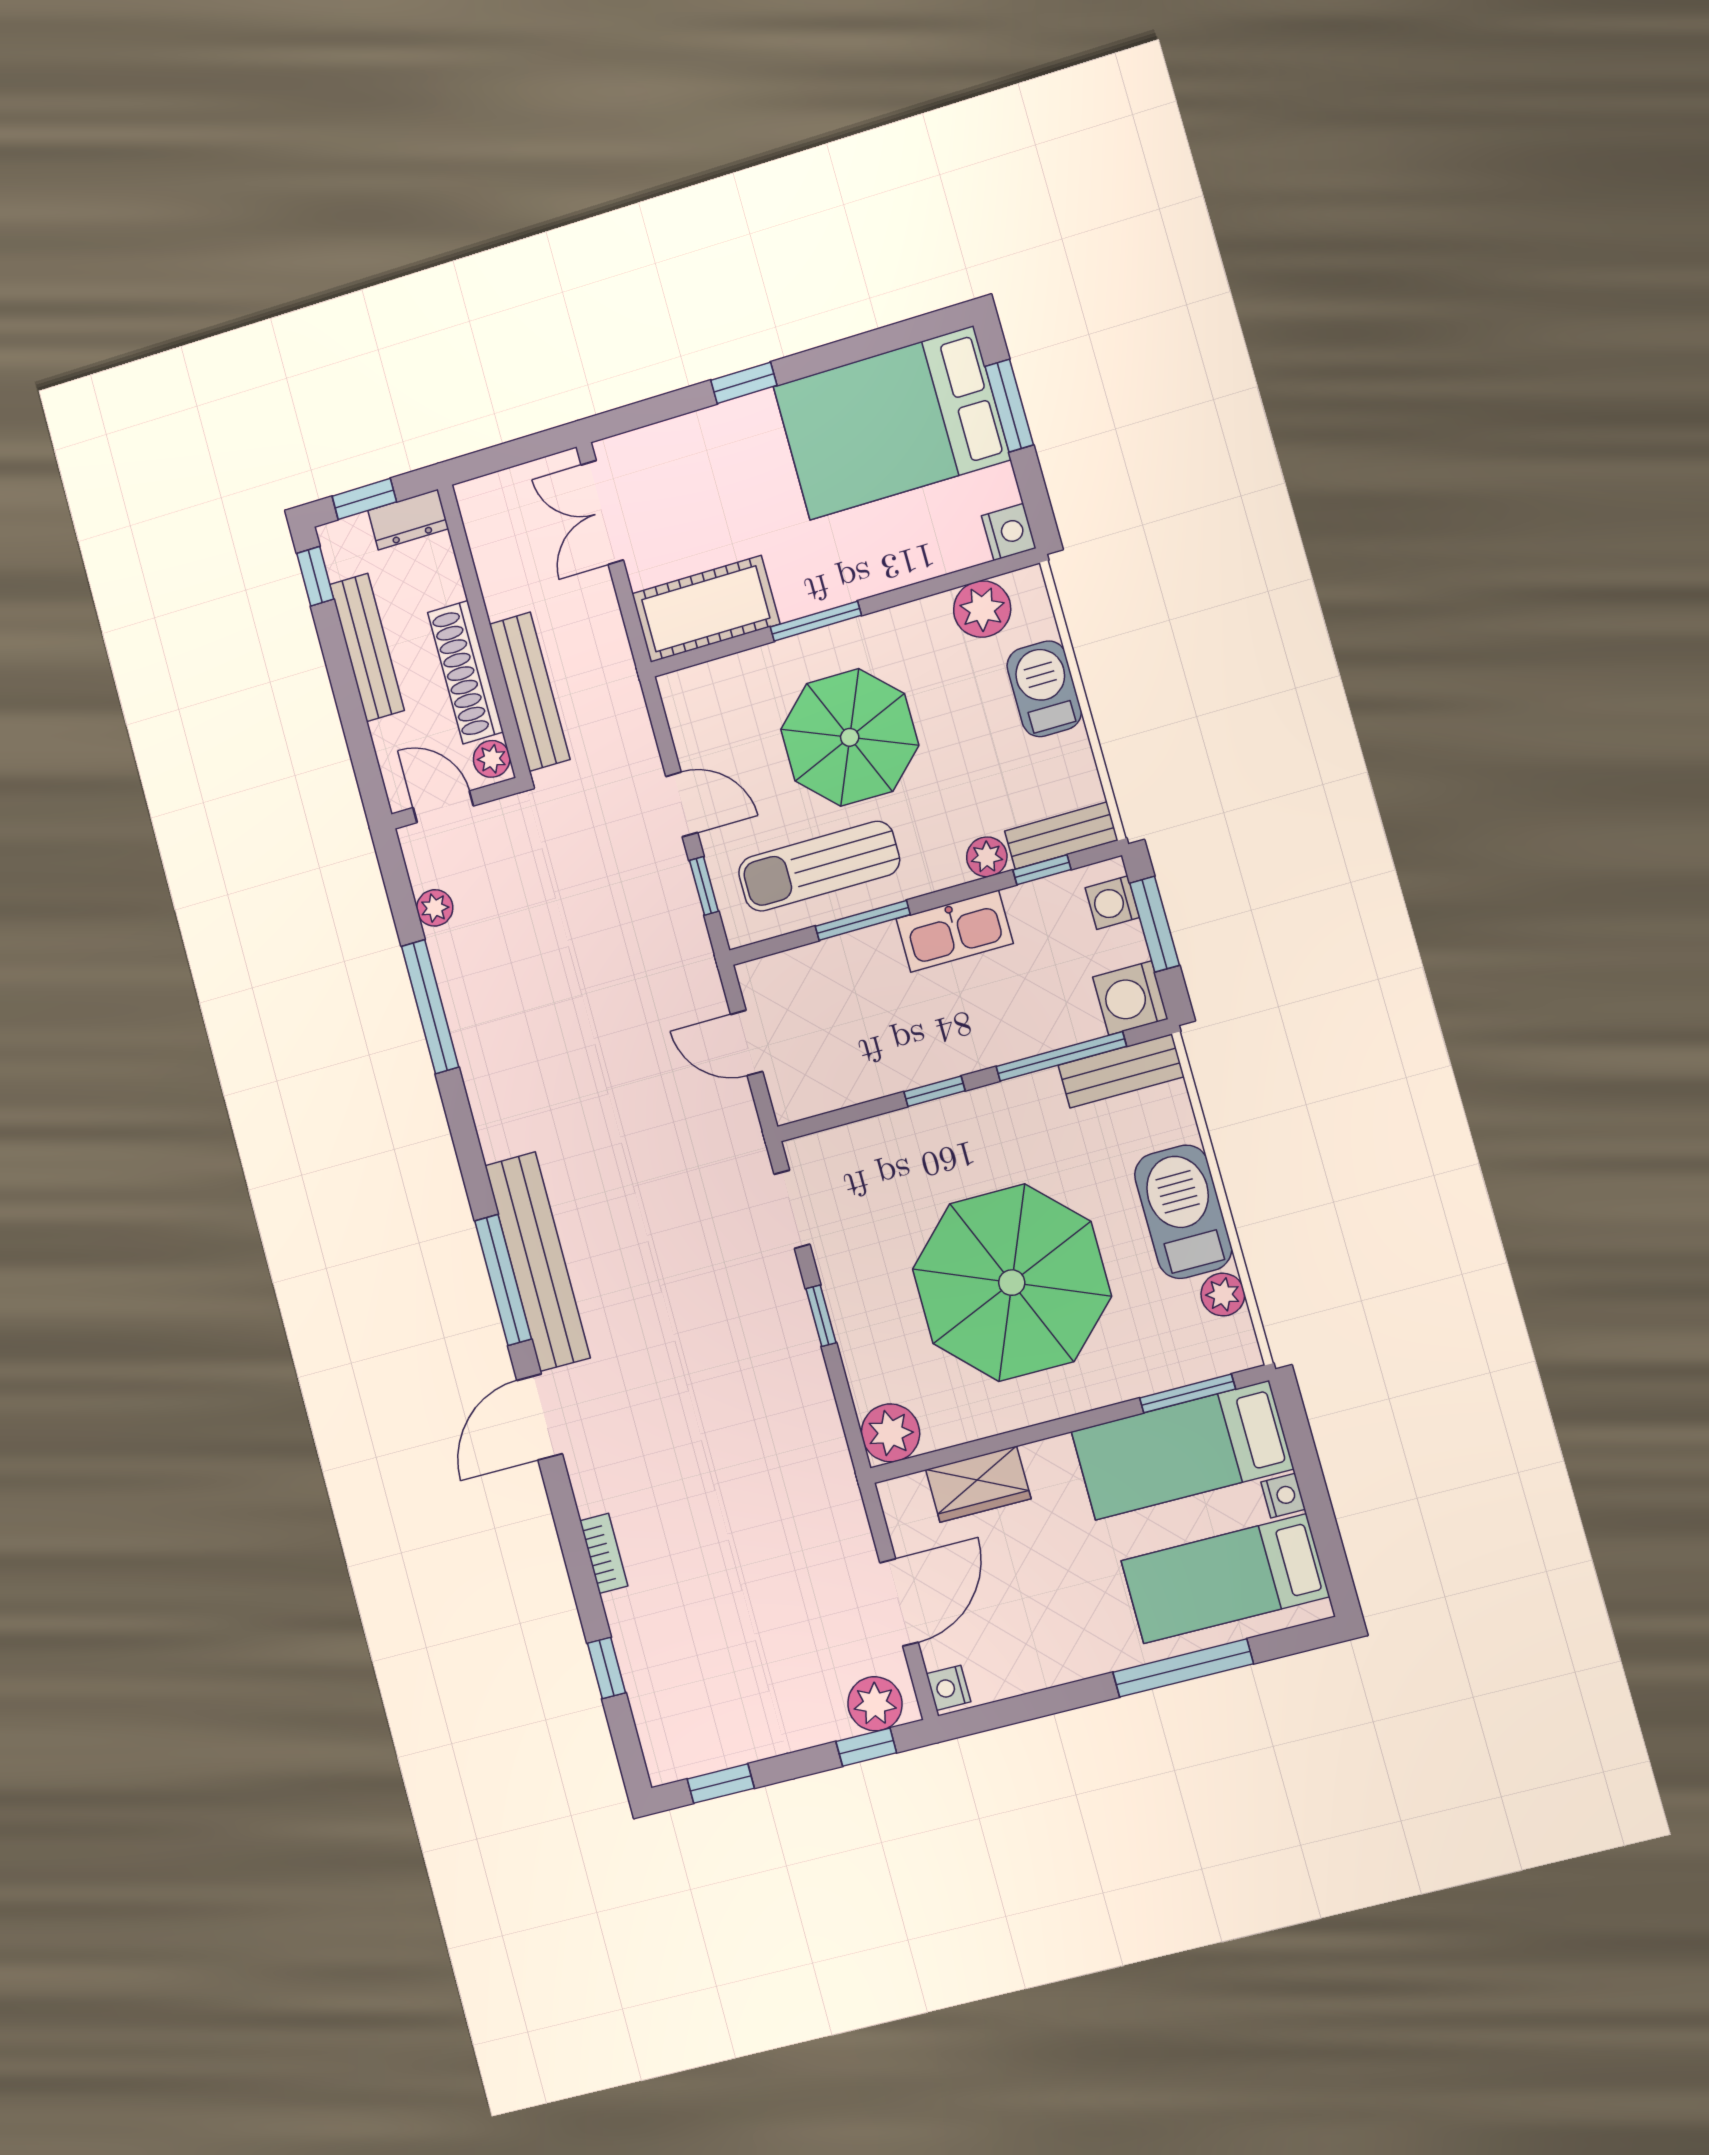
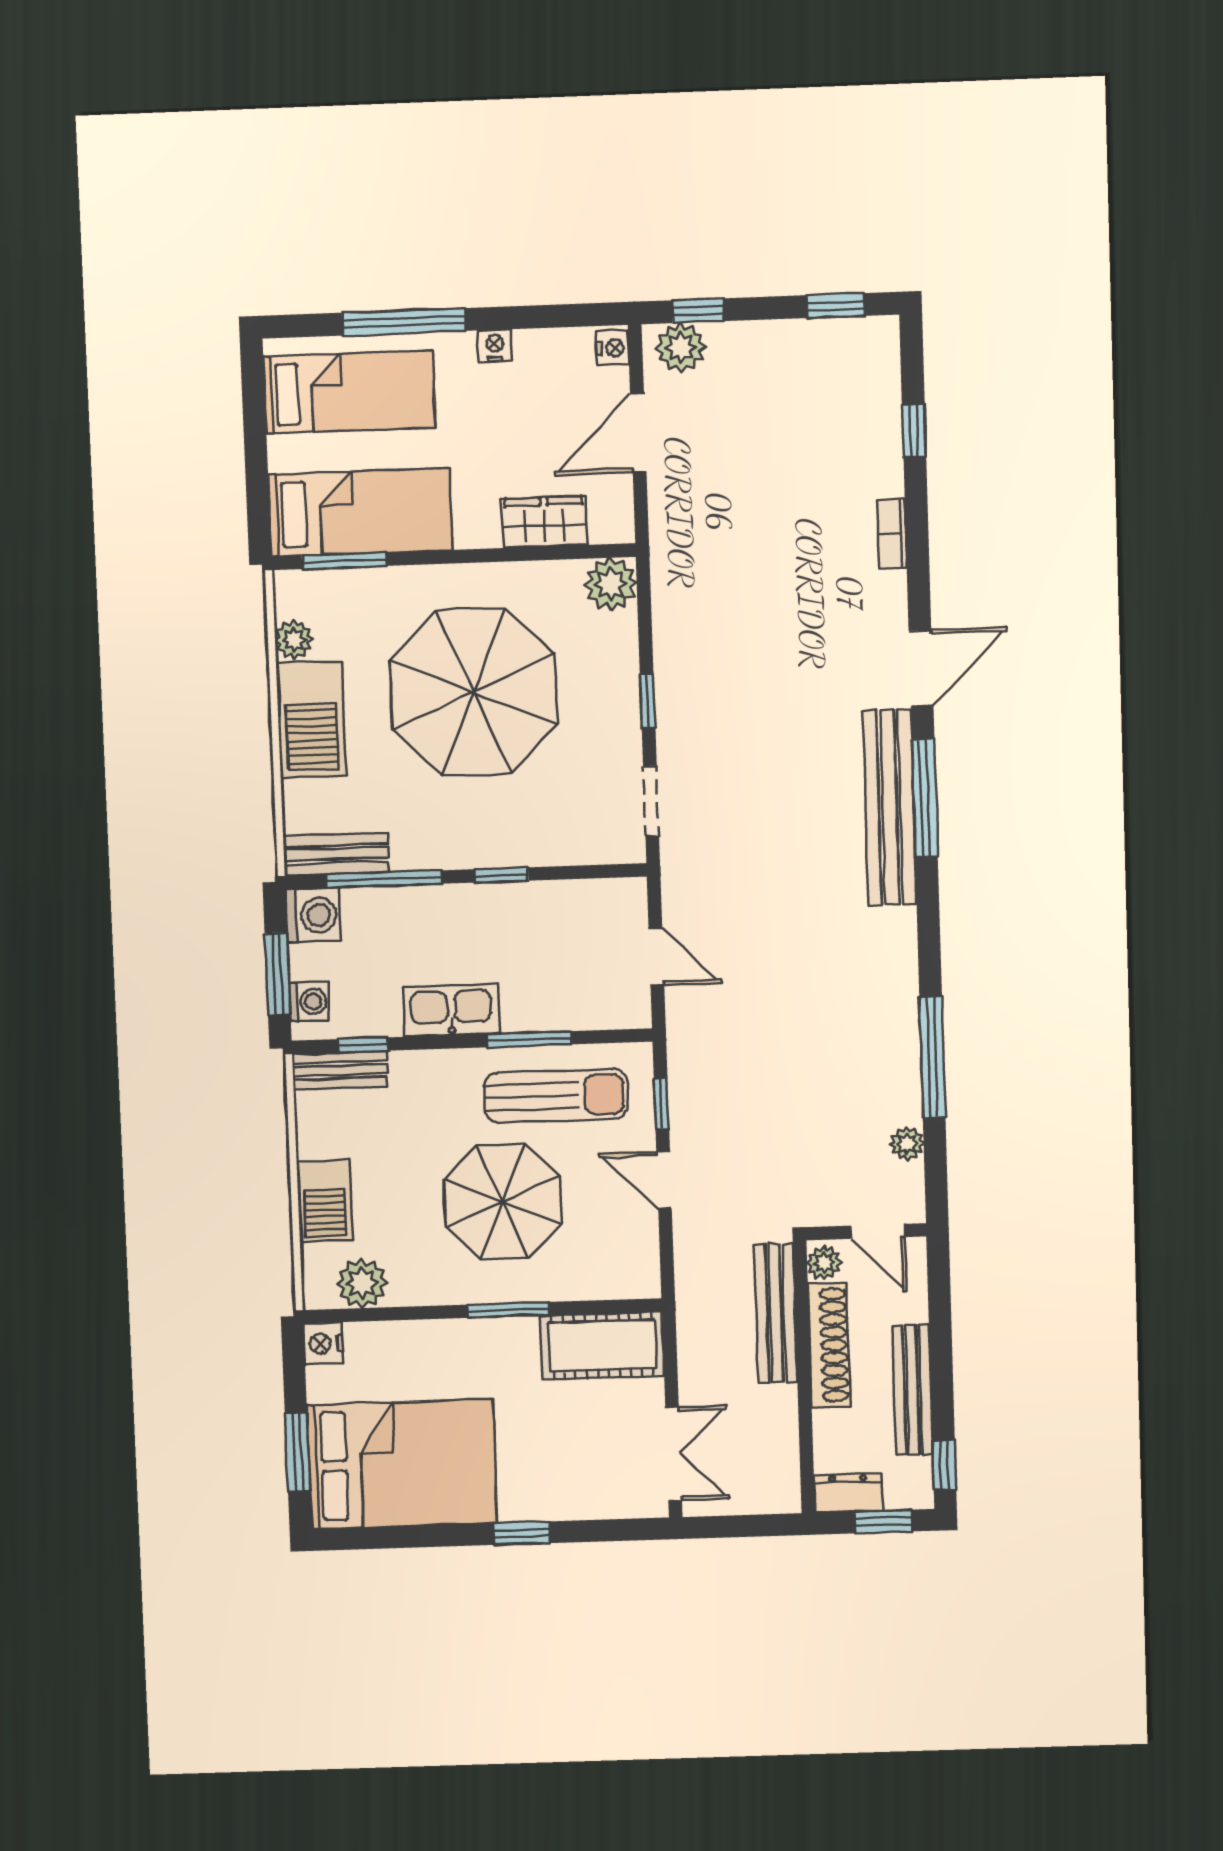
plant: (987, 857) -> (408, 1068), removed
nightstand: (1283, 1496) -> (495, 346), moved, turned 90

